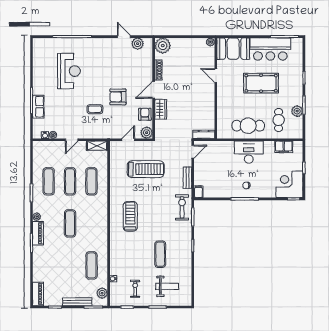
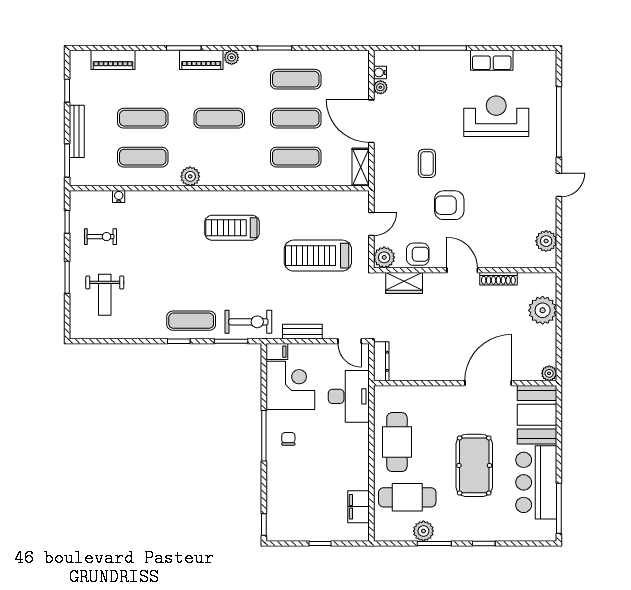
door: (124, 37) -> (559, 185), moved
plant: (163, 46) -> (543, 310), moved
reception desk: (69, 71) -> (496, 116), turned 180
door: (216, 76) -> (488, 383), width x1.87
armchair: (118, 97) -> (449, 205), turned -90
row of seats: (38, 107) -> (492, 60), moved
wardrobe: (161, 109) -> (404, 283), moved
cafe table: (279, 120) -> (407, 497), width x1.37, depth x1.35
door: (72, 140) -> (371, 121), width x1.87
door: (128, 140) -> (371, 224), hinge flipped
desk: (249, 152) -> (349, 396), moved
treadmill: (146, 169) -> (318, 256), turned 90
corner desk: (289, 184) -> (290, 385), moved
treadmill: (130, 216) -> (232, 228), turned 180
exercise mat: (160, 254) -> (191, 321), moved
exercise mat: (70, 265) -> (143, 118), added
plant: (102, 293) -> (190, 176), moved
piano: (38, 294) -> (113, 60), moved

